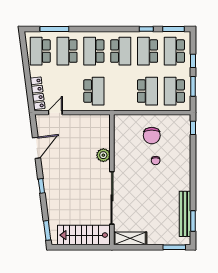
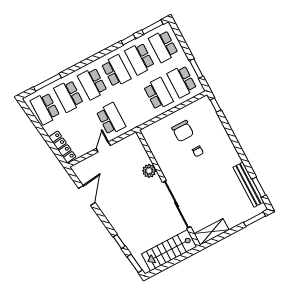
window: (193, 61) -> (184, 46), removed
door: (55, 113) -> (103, 147), moved
window: (41, 186) -> (119, 242), moved

